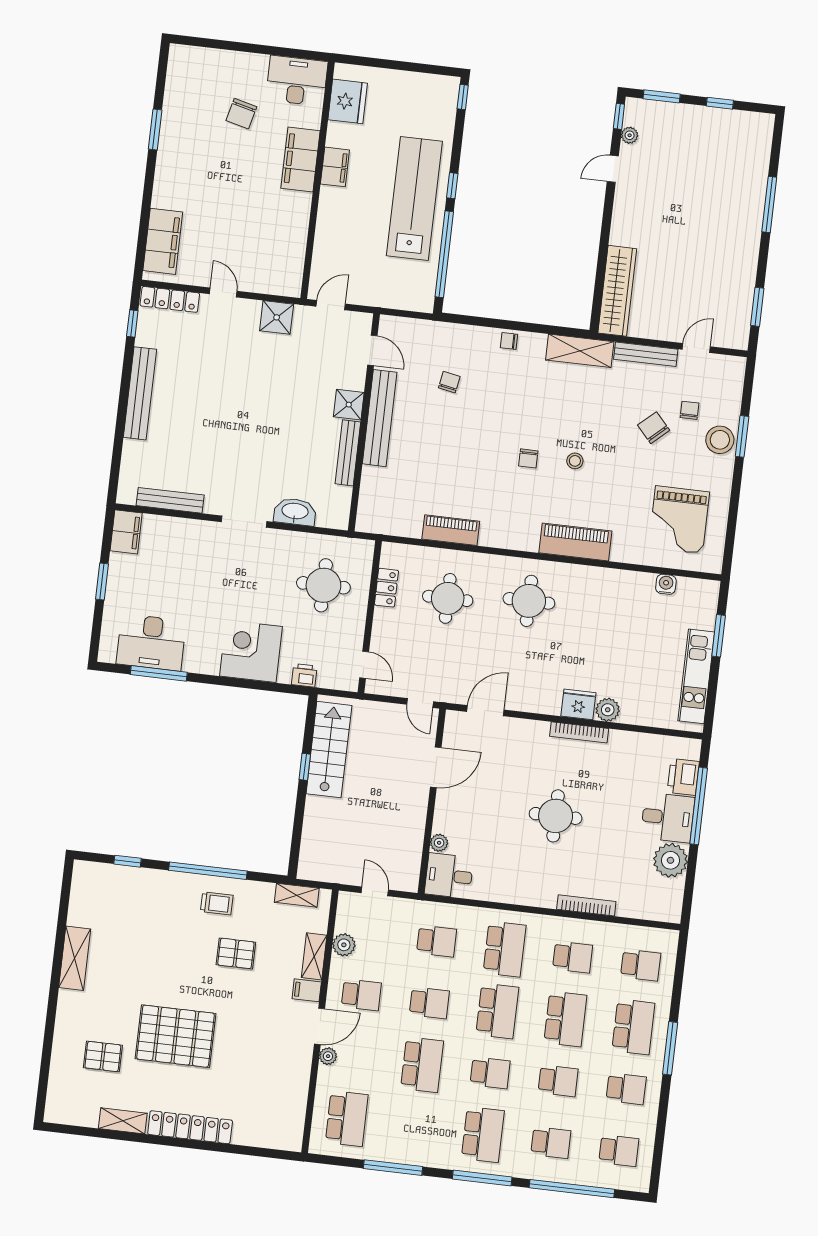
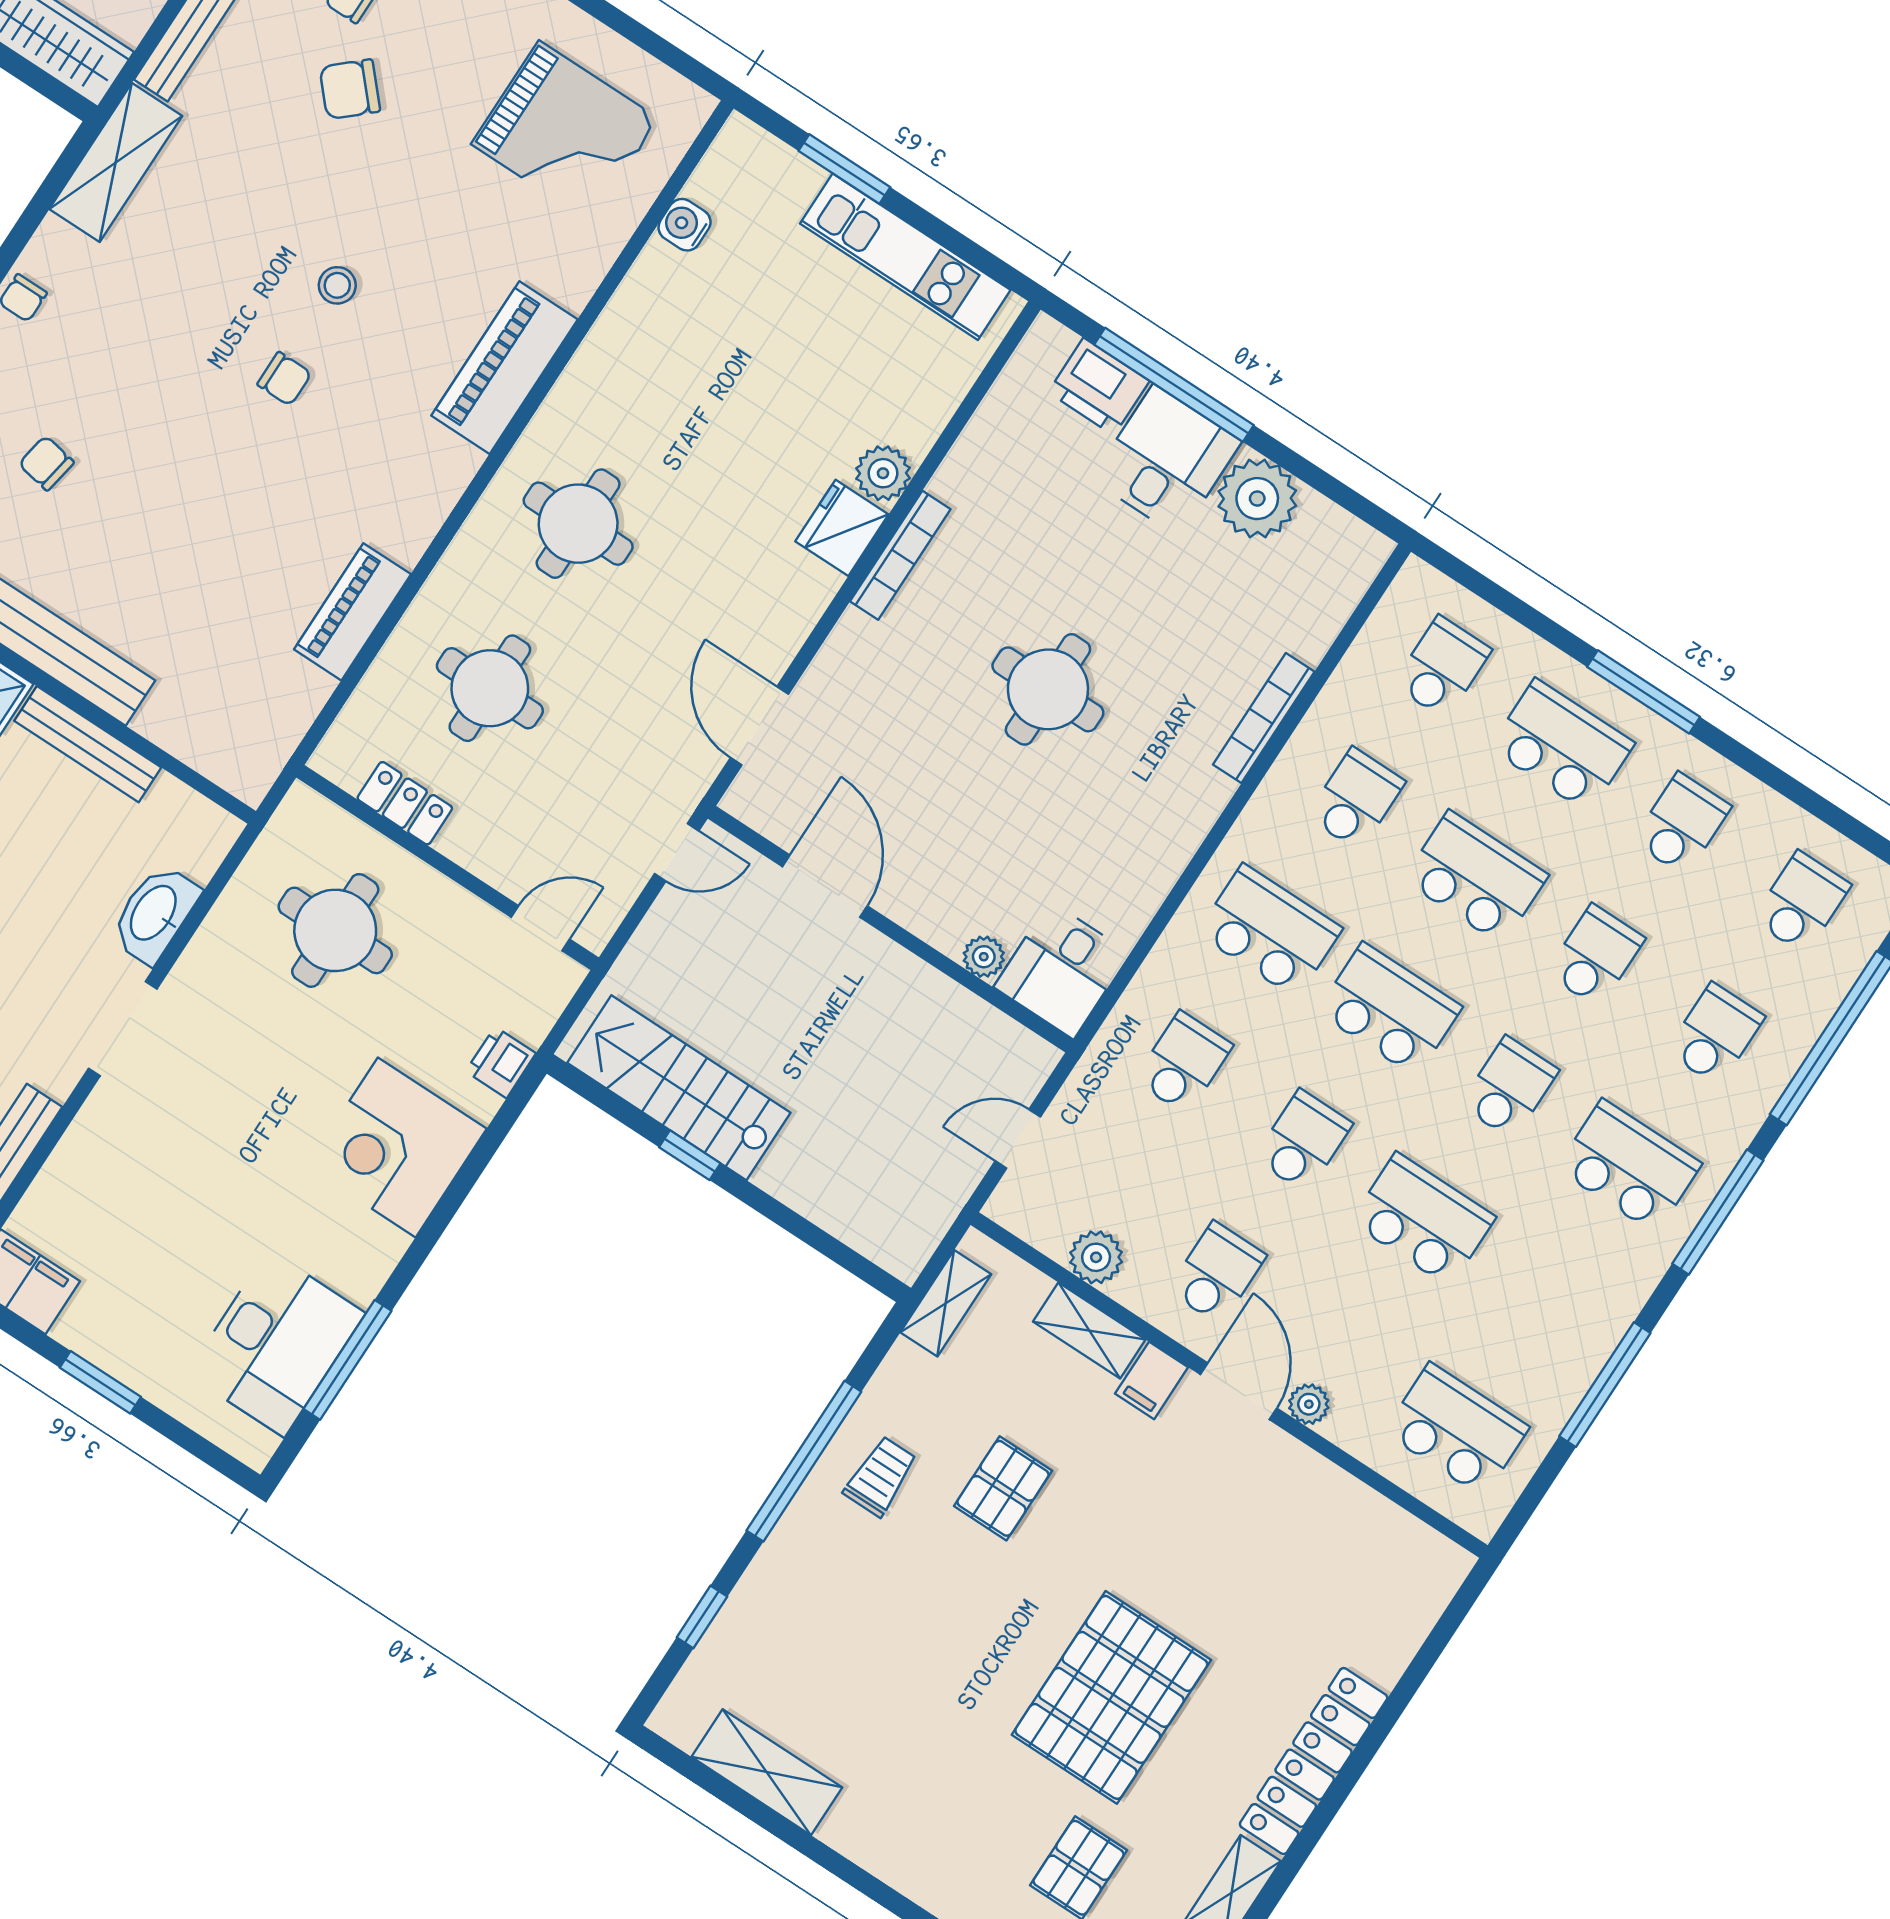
shelving: (75, 958) -> (767, 1772), moved

